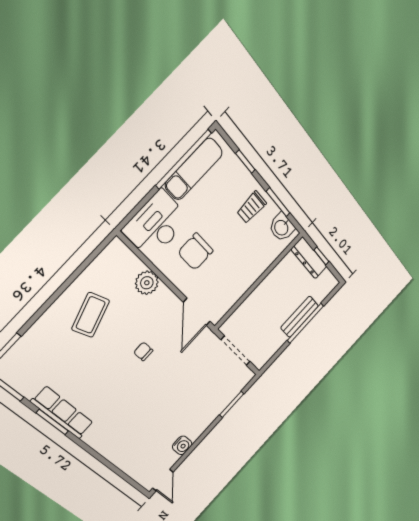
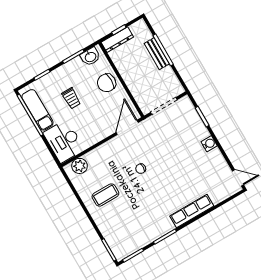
trolley: (252, 207) -> (71, 98), moved
chair: (195, 252) -> (107, 83), moved, turned 90
plant: (147, 283) -> (80, 166), moved
door: (197, 312) -> (127, 127), swing flipped
coffee table: (91, 315) -> (105, 195), turned -71
row of seats: (62, 412) -> (192, 211), moved
water cooler: (182, 445) -> (209, 144), moved

